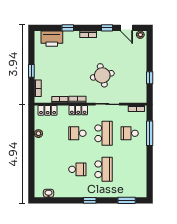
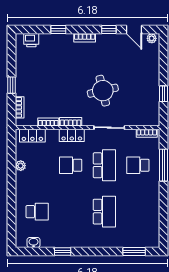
printer: (52, 39) -> (31, 40), width x0.53, depth x0.68
school desk: (77, 169) -> (37, 212), moved
window: (90, 200) -> (63, 252), moved

